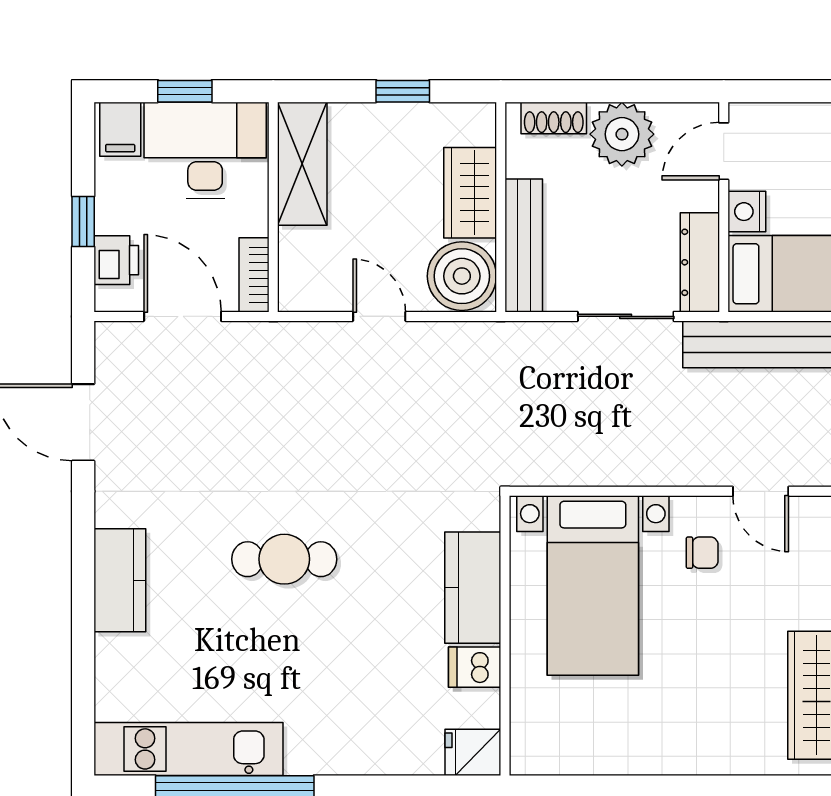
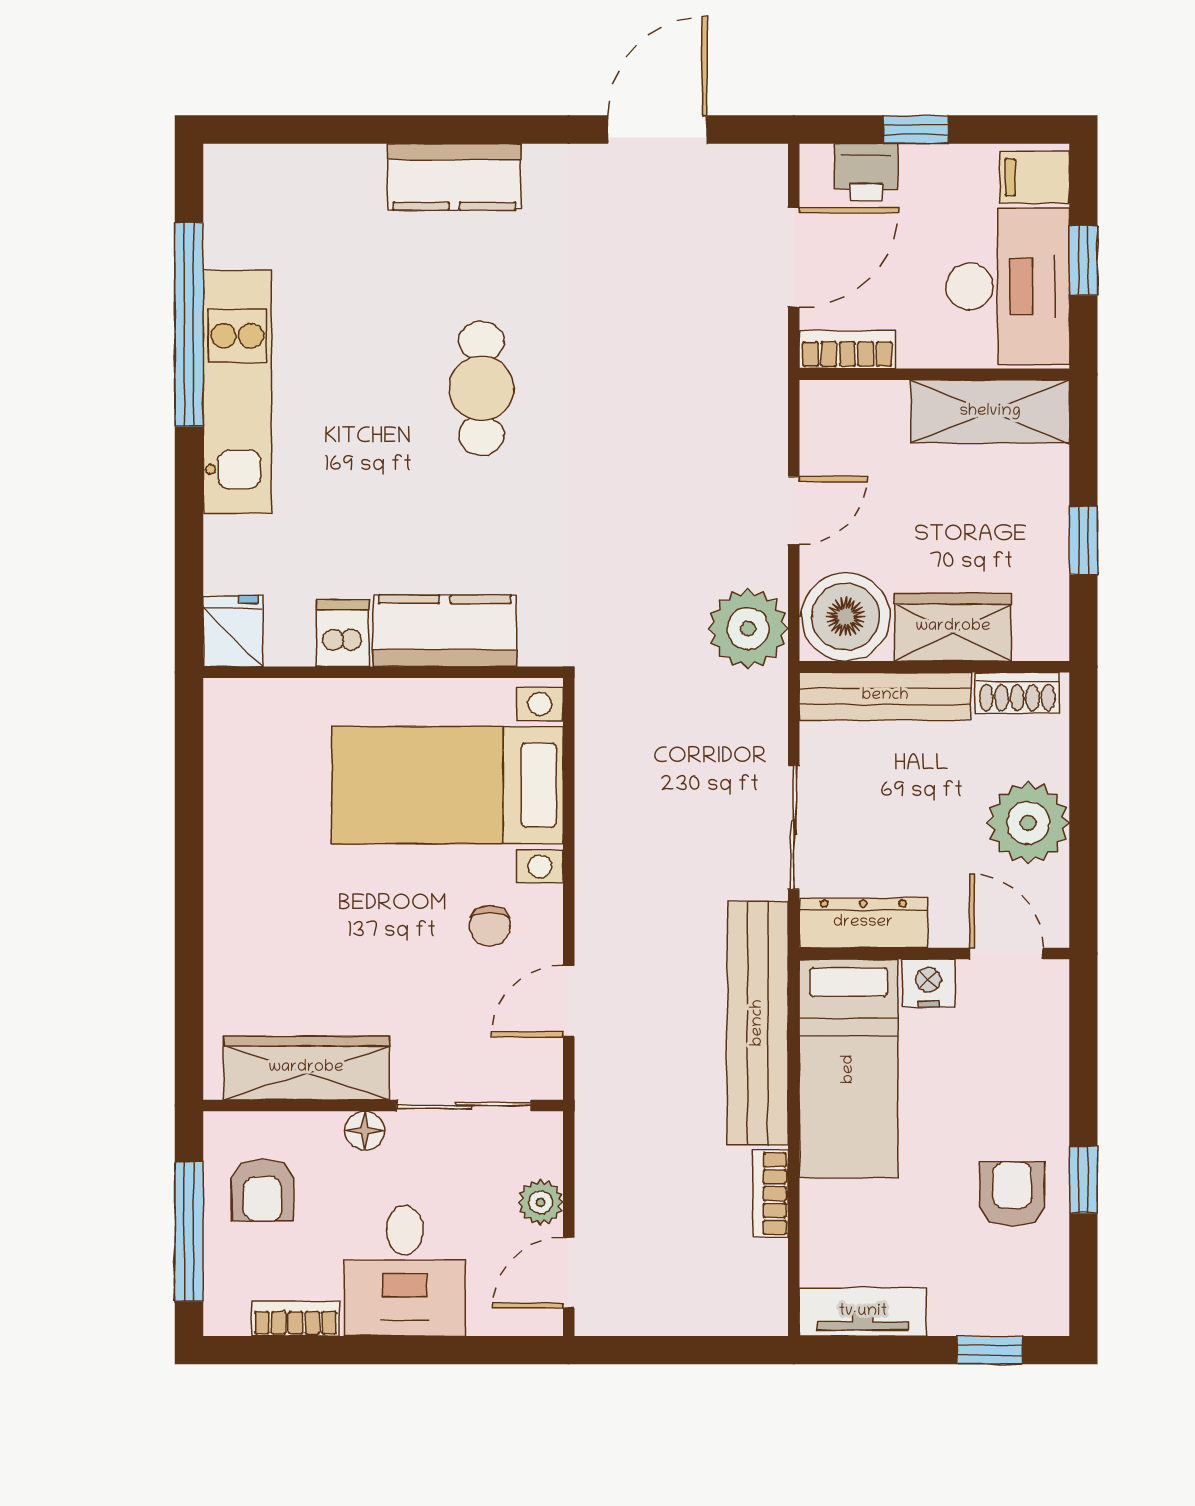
shoe rack: (554, 118) -> (1017, 693), moved, turned -90
plant: (471, 352) -> (748, 629), added
kitchen unit: (188, 749) -> (237, 392), moved

